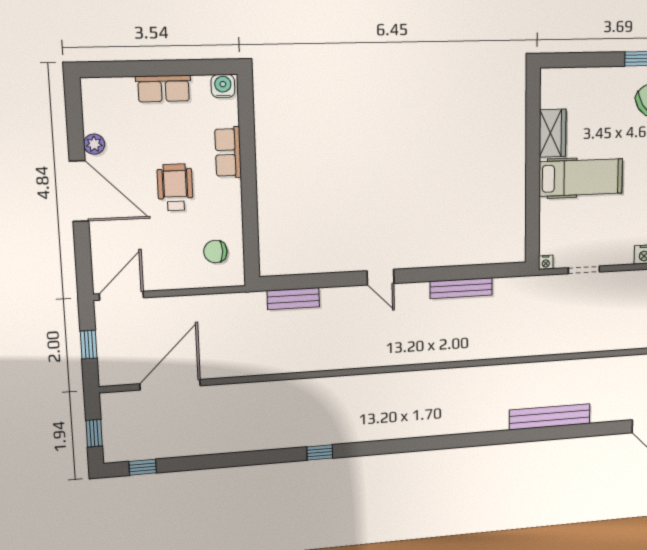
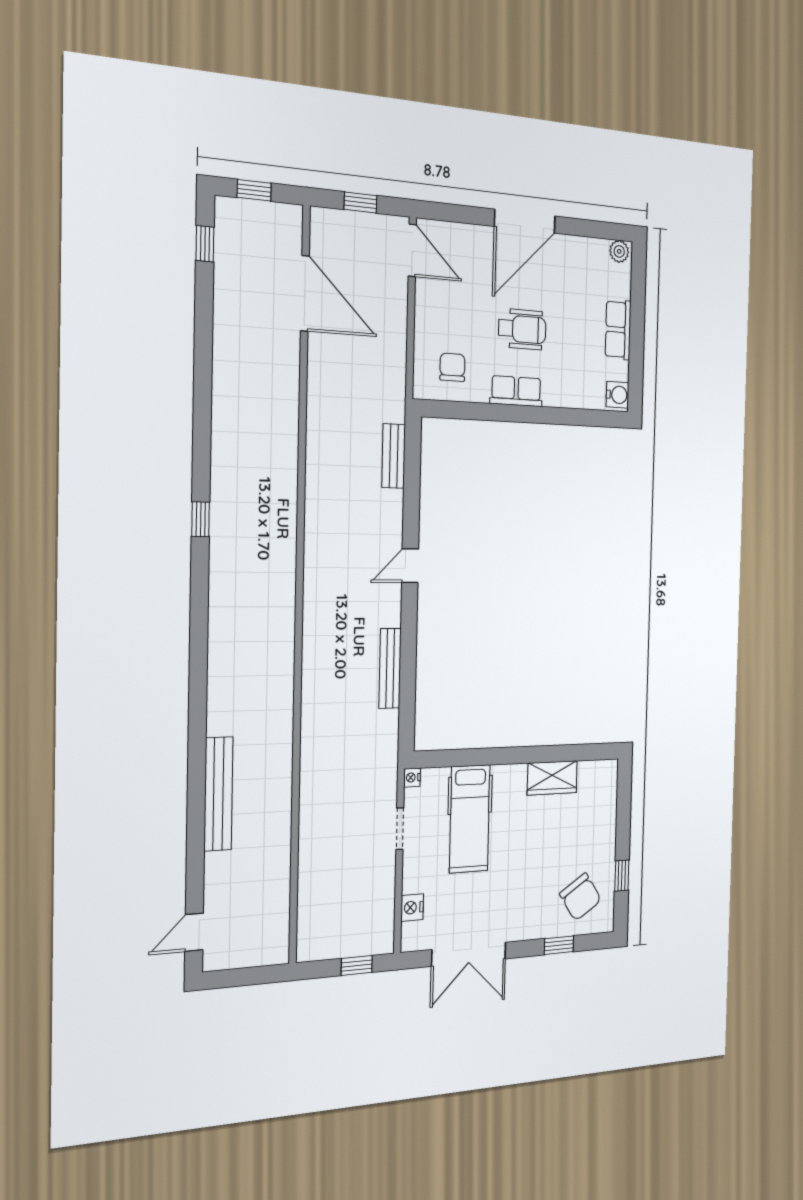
plant: (94, 144) -> (619, 251), moved
row of seats: (228, 152) -> (516, 391), moved
hospital bed: (581, 177) -> (470, 819), moved
window: (320, 452) -> (201, 519), moved

